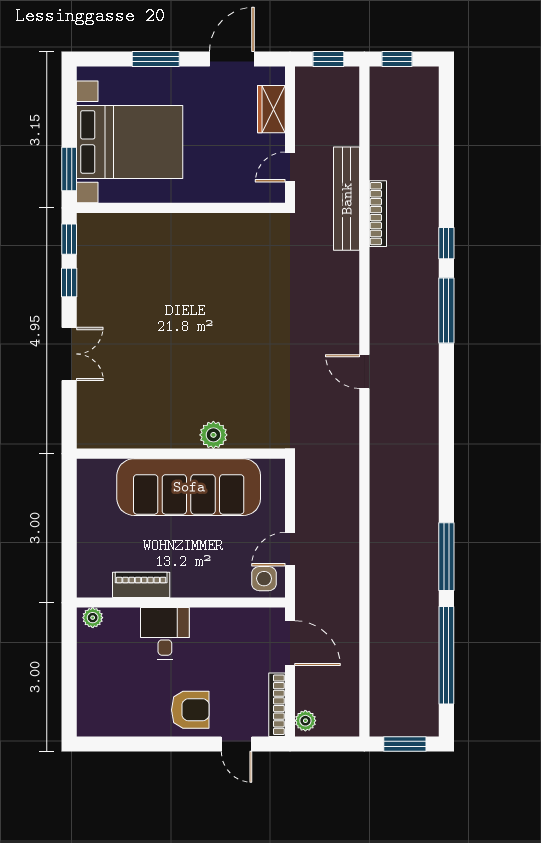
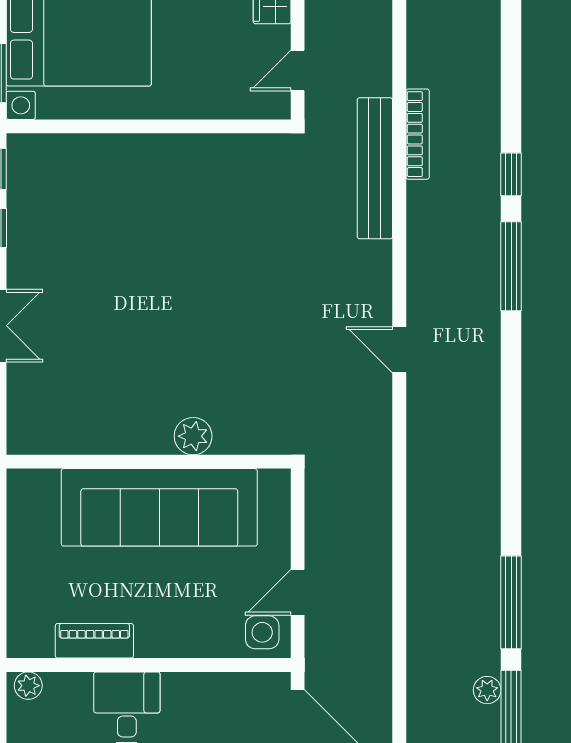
bench: (347, 199) -> (375, 168), moved
plant: (429, 621) -> (487, 690), added

